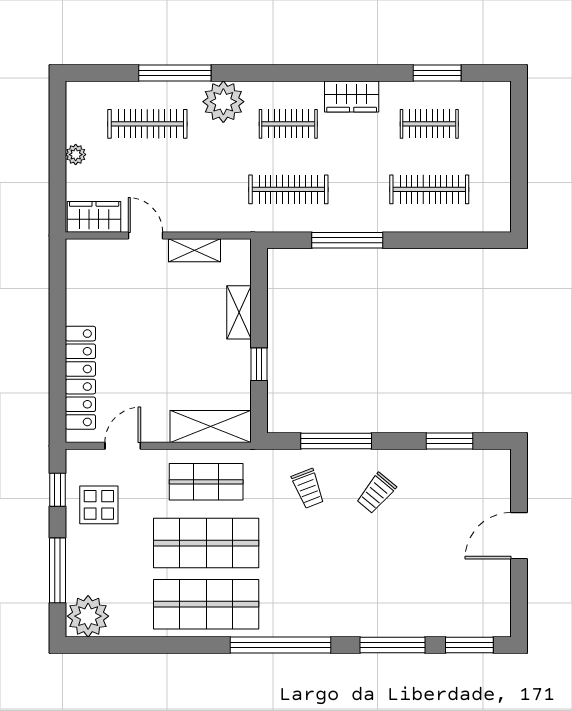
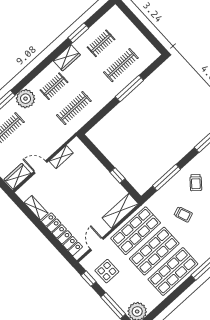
window: (437, 73) -> (78, 33), moved
window: (347, 240) -> (129, 89), moved
shelving: (239, 312) -> (36, 208), moved
shop shelf: (206, 482) -> (136, 231), width x1.43, depth x1.36
trolley: (308, 489) -> (183, 214), moved

